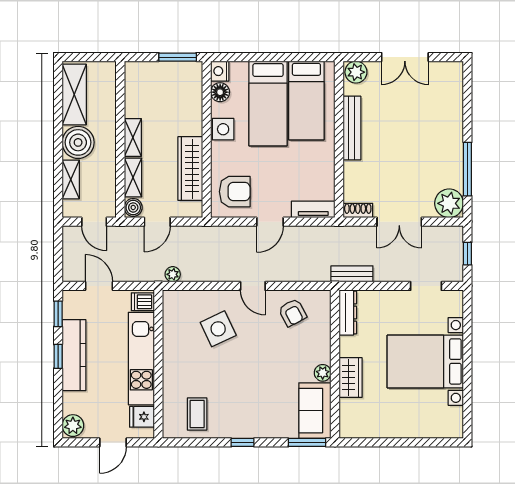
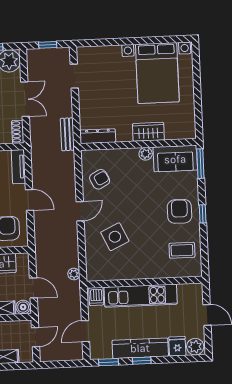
bed with nightstands: (425, 361) -> (157, 73), moved
armchair: (247, 413) -> (179, 211), added
fridge: (142, 417) -> (177, 346), moved, turned 180

